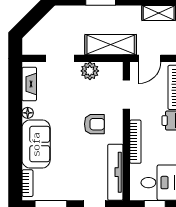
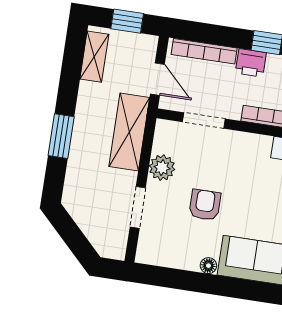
fireplace: (29, 84) -> (168, 257), removed
armchair: (94, 124) -> (205, 205), moved

